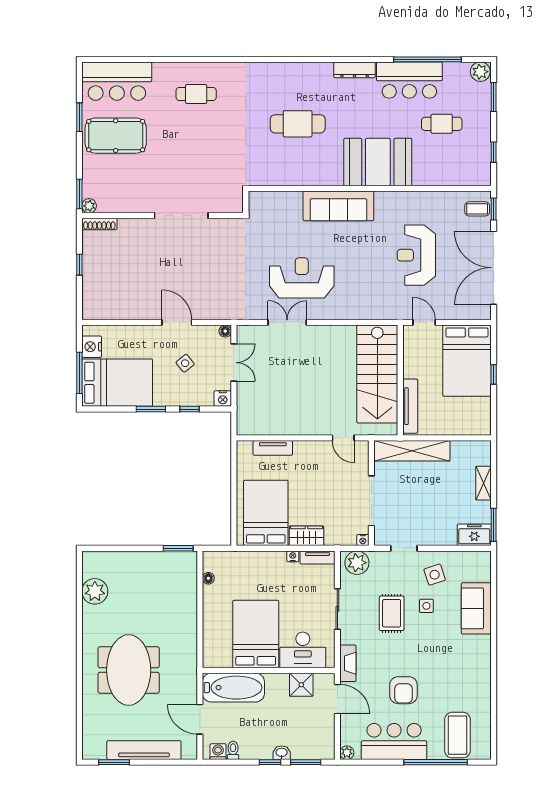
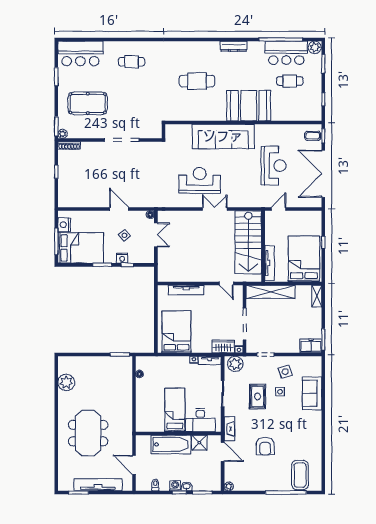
bar counter: (409, 80) -> (286, 53), moved
pool table: (116, 136) -> (88, 103), moved
sofa: (338, 206) -> (223, 136), width x1.36, depth x1.27
reception desk: (416, 255) -> (274, 166), turned 180
double door: (287, 322) -> (215, 209), moved
door: (424, 322) -> (279, 209), hinge flipped
bed: (467, 361) -> (304, 259), moved, turned 180
nightstand: (223, 399) -> (122, 258), moved
tv unit: (273, 448) -> (186, 290), width x1.41
shelving: (483, 483) -> (317, 296), moved
wardrobe: (306, 536) -> (223, 347), moved
bed: (256, 634) -> (175, 410), width x0.67
bathtub: (233, 688) -> (171, 444), moved
bar counter: (394, 741) -> (259, 479), removed
washing machine: (218, 752) -> (175, 486), moved

